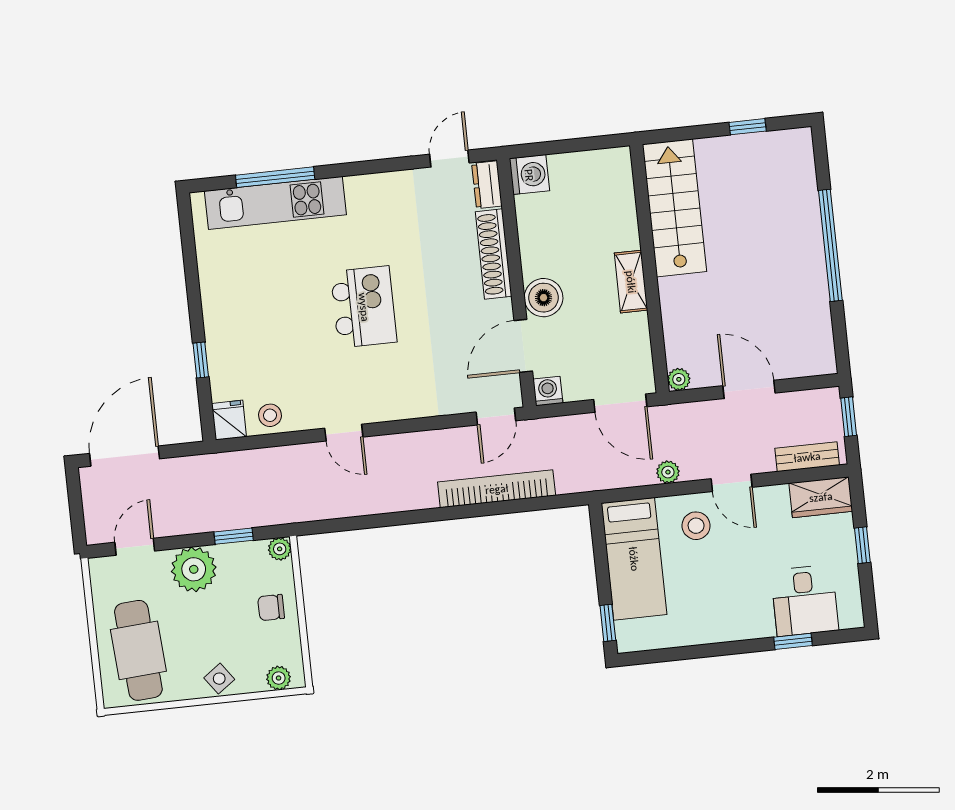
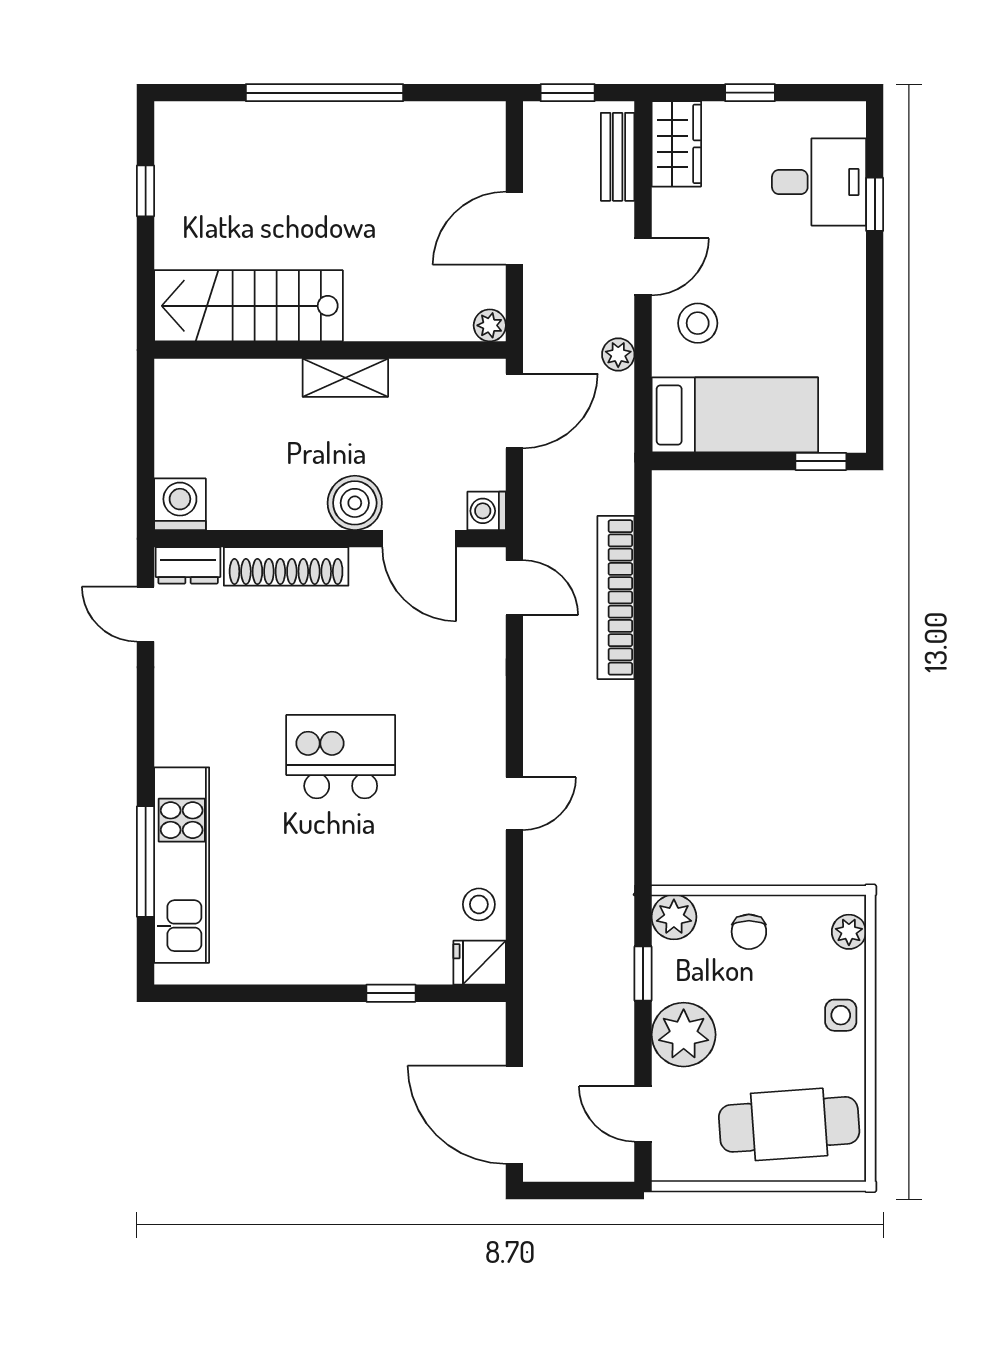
plant: (280, 549) -> (674, 917), width x1.38, depth x1.38
side table: (219, 679) -> (841, 1015), turned 36

